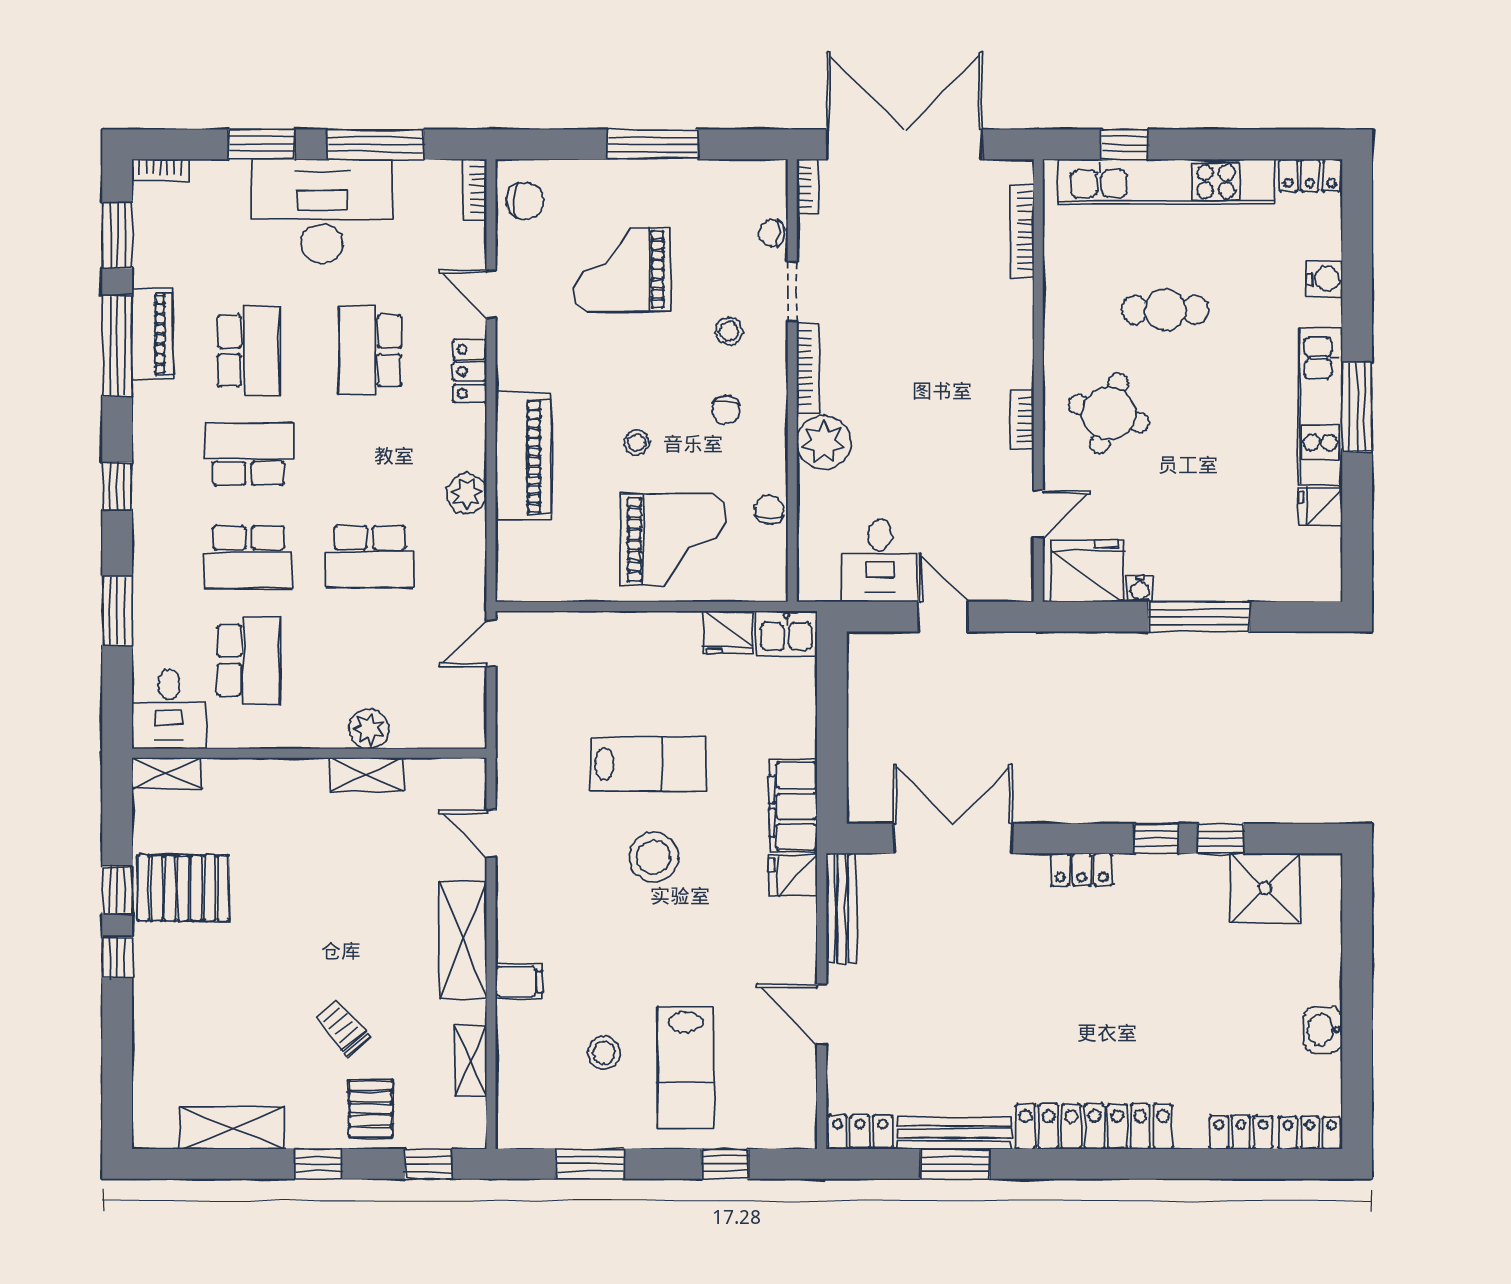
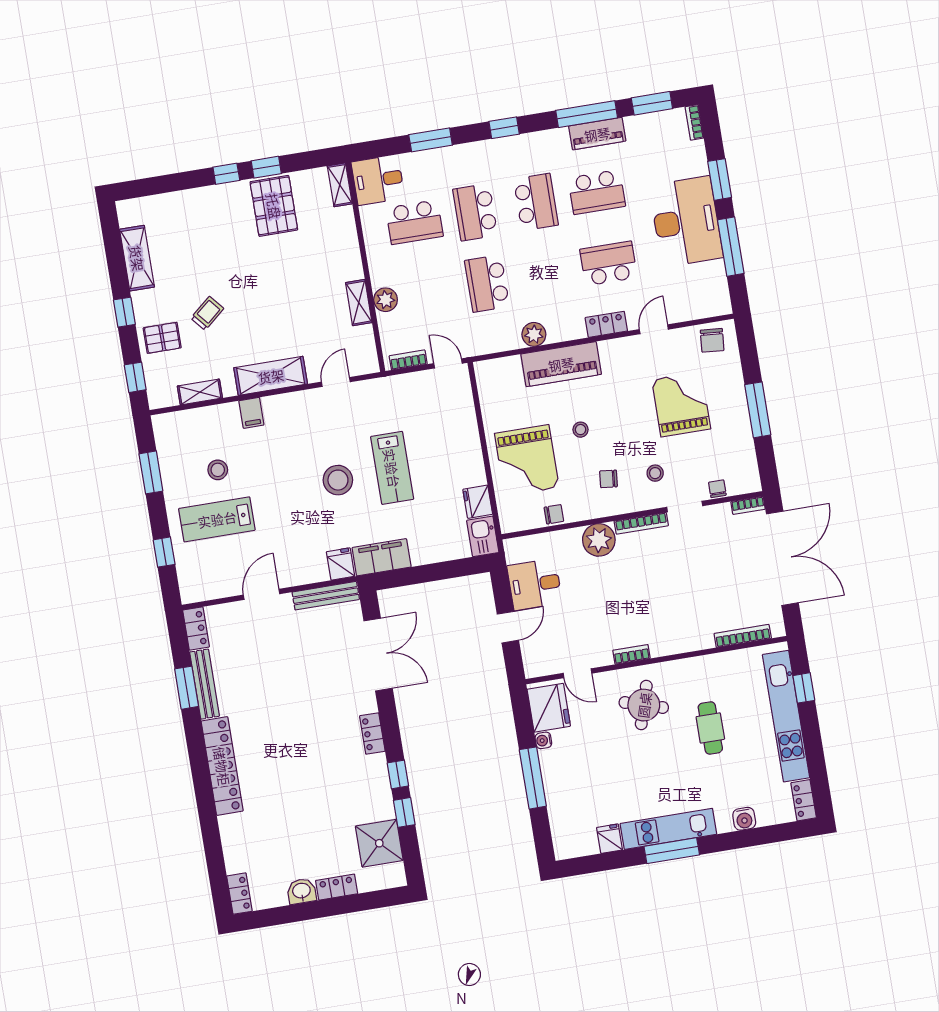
bookcase: (474, 189) -> (408, 360), moved
locker: (1241, 1132) -> (337, 887), moved, turned -90

